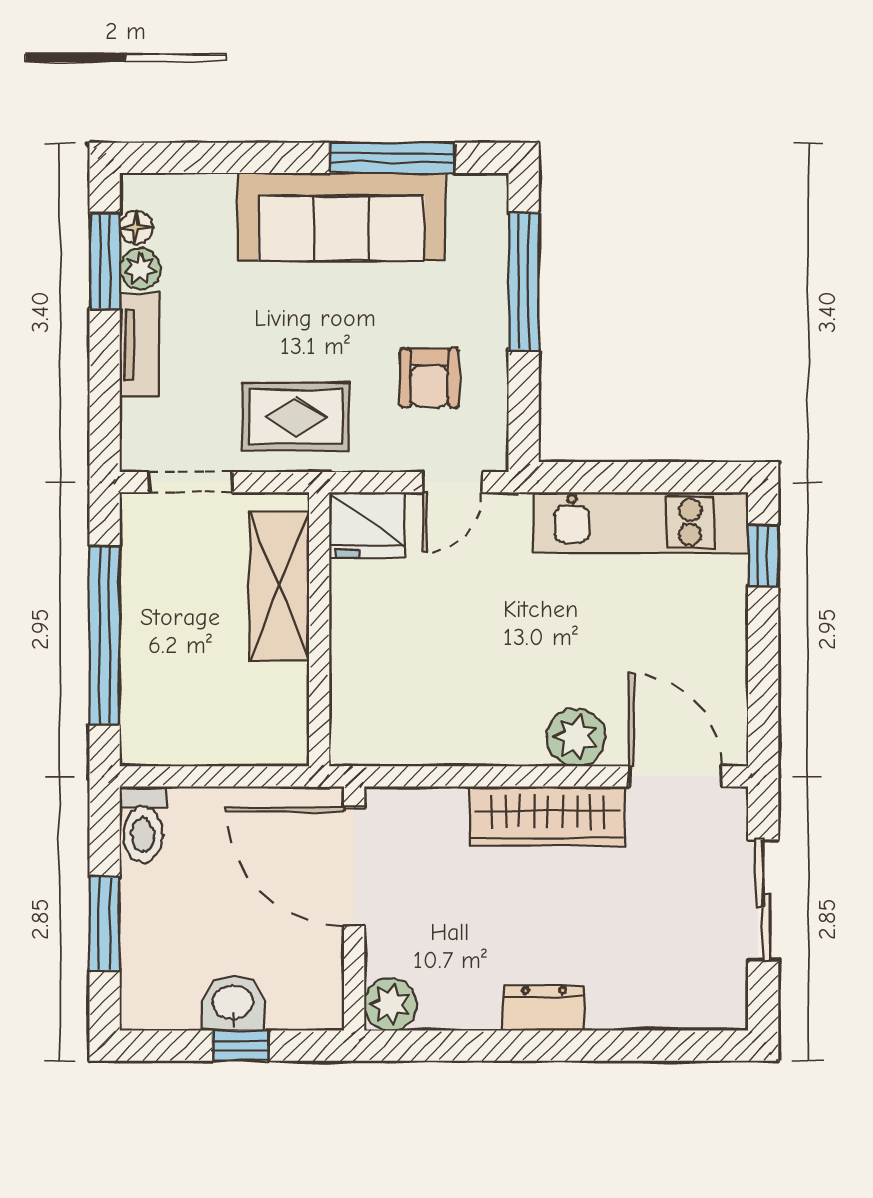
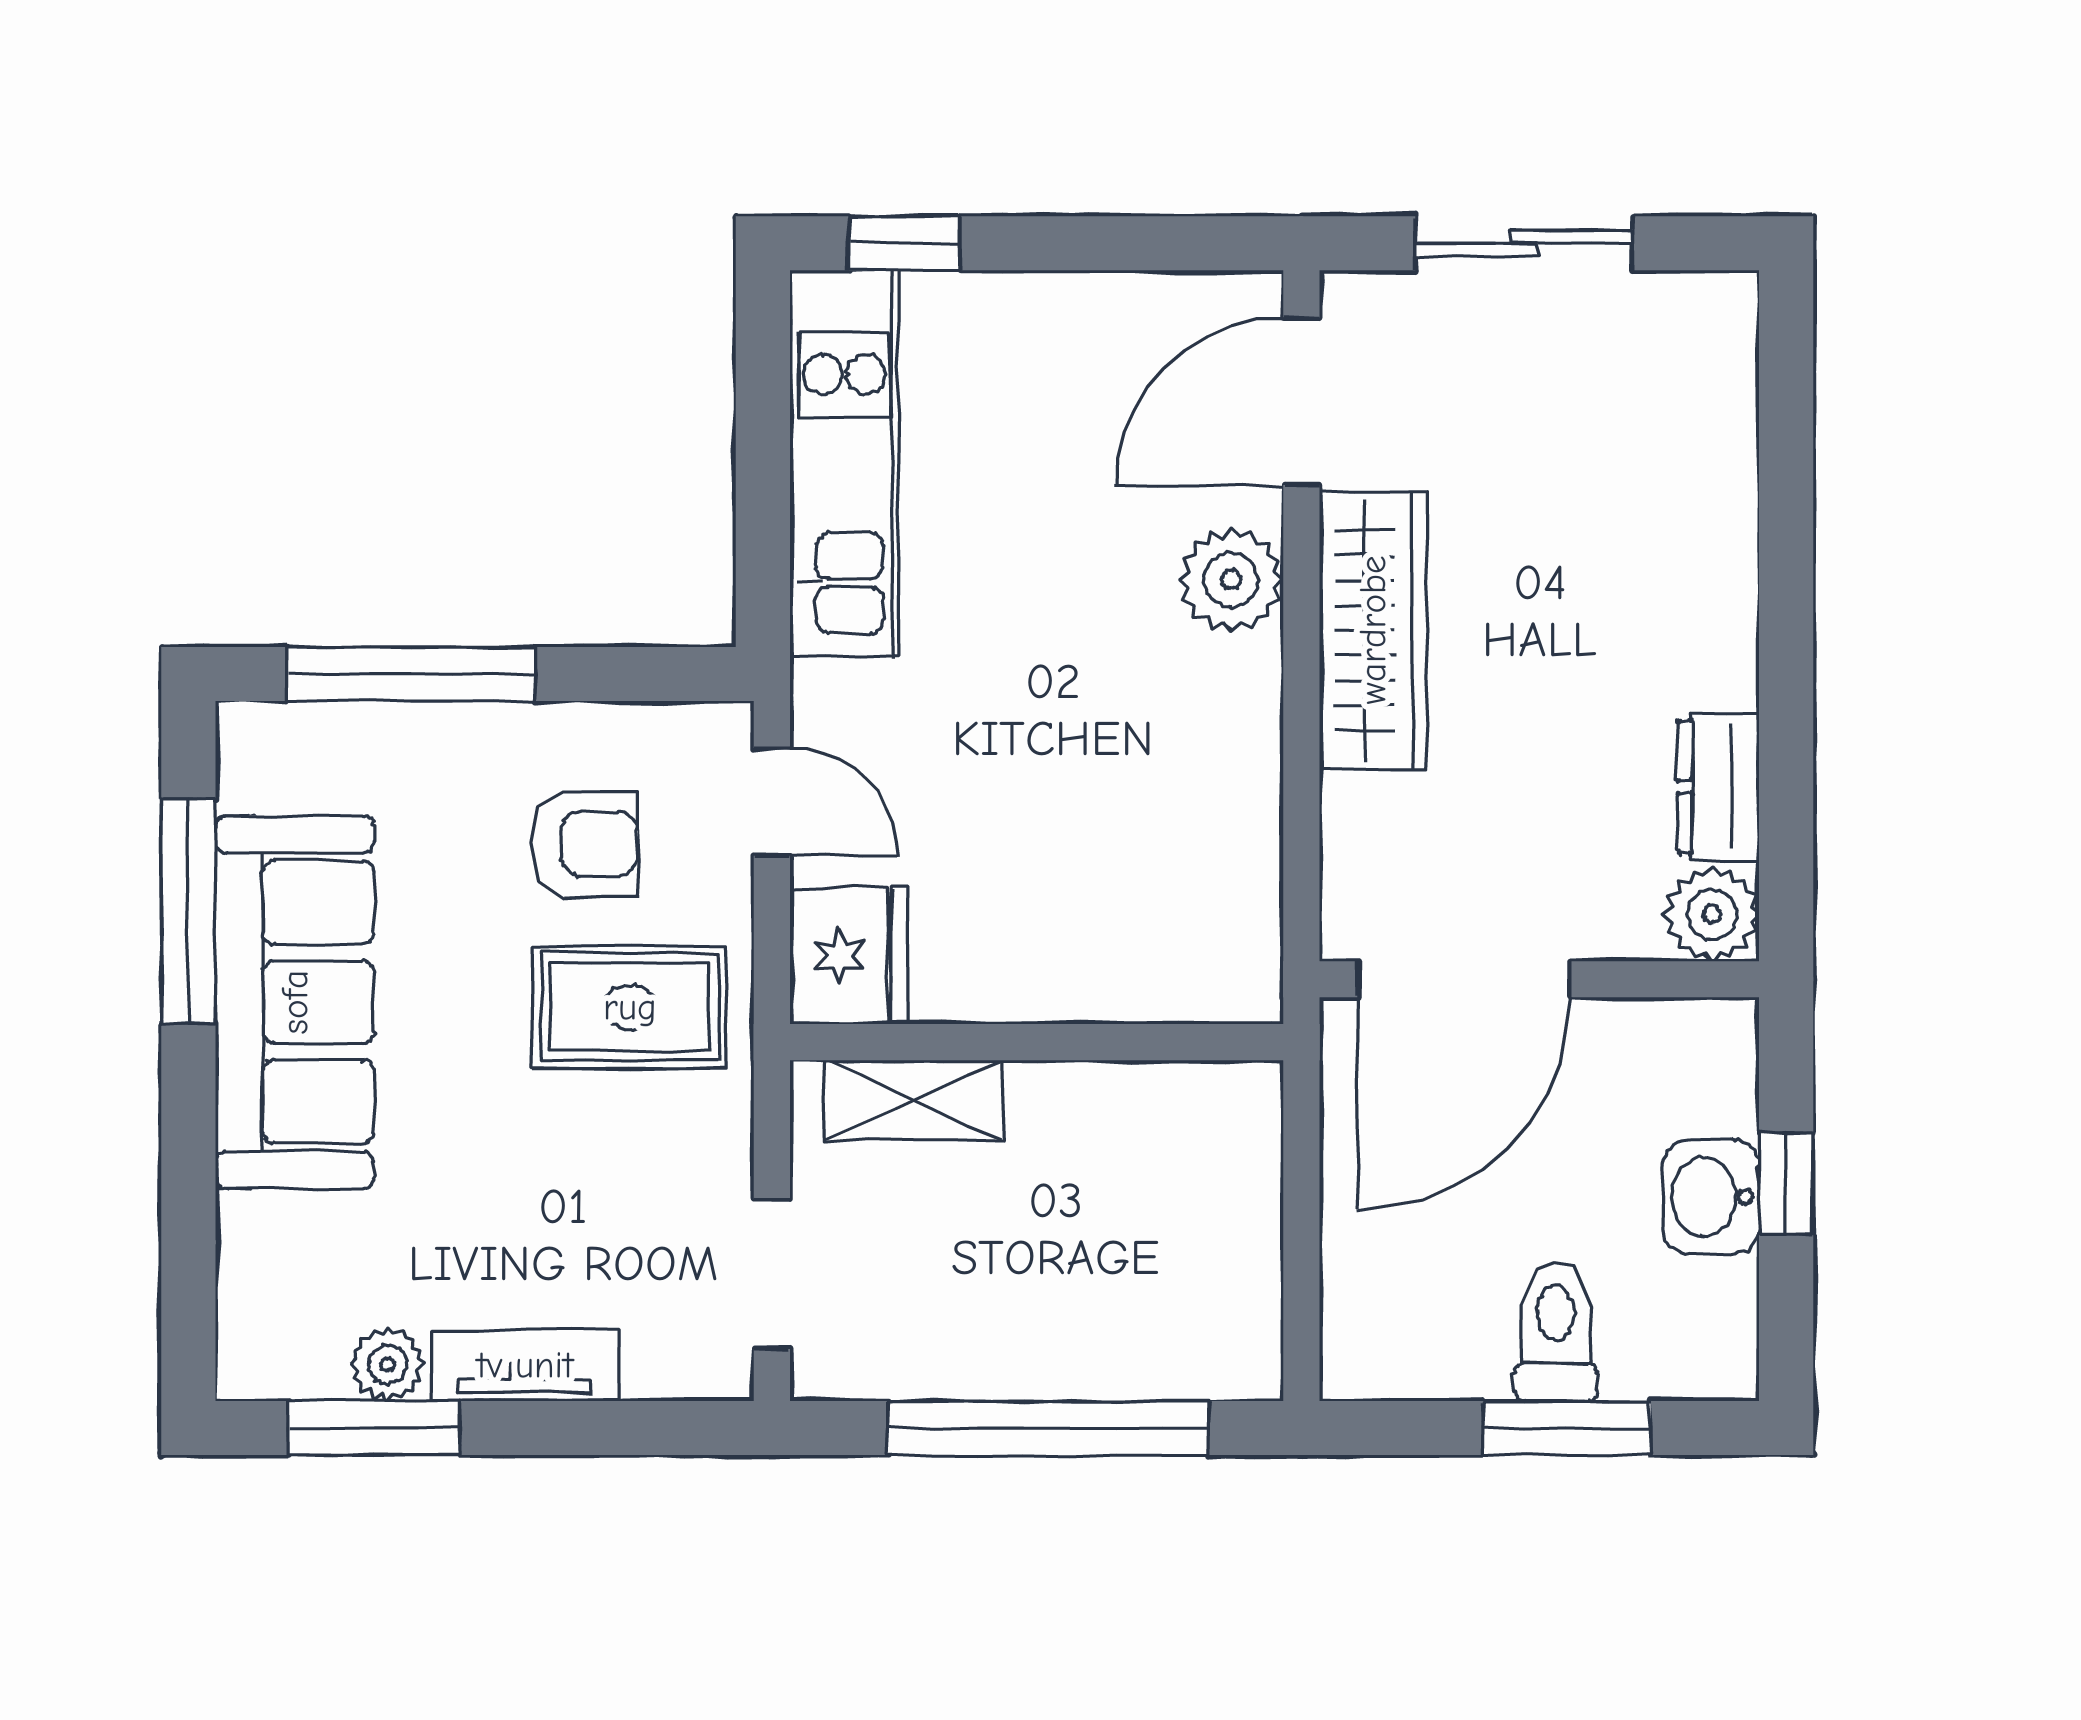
floor lamp: (136, 228) -> (314, 1371), removed
rug: (296, 417) -> (630, 1007), moved, turned 90
shelving: (279, 586) -> (914, 1100), width x0.67, depth x0.75
toilet: (143, 825) -> (1556, 1332), moved, turned -90
dresser: (544, 1008) -> (1718, 787), moved

